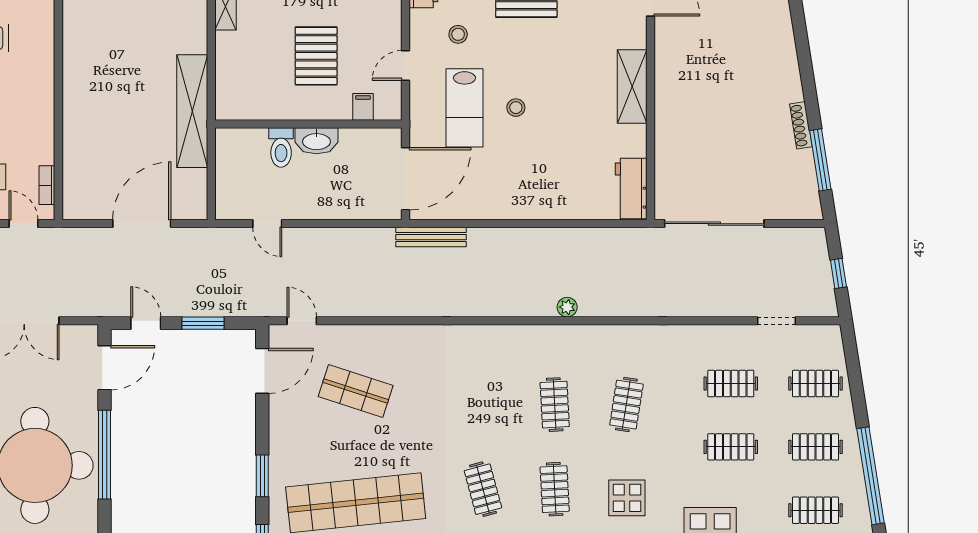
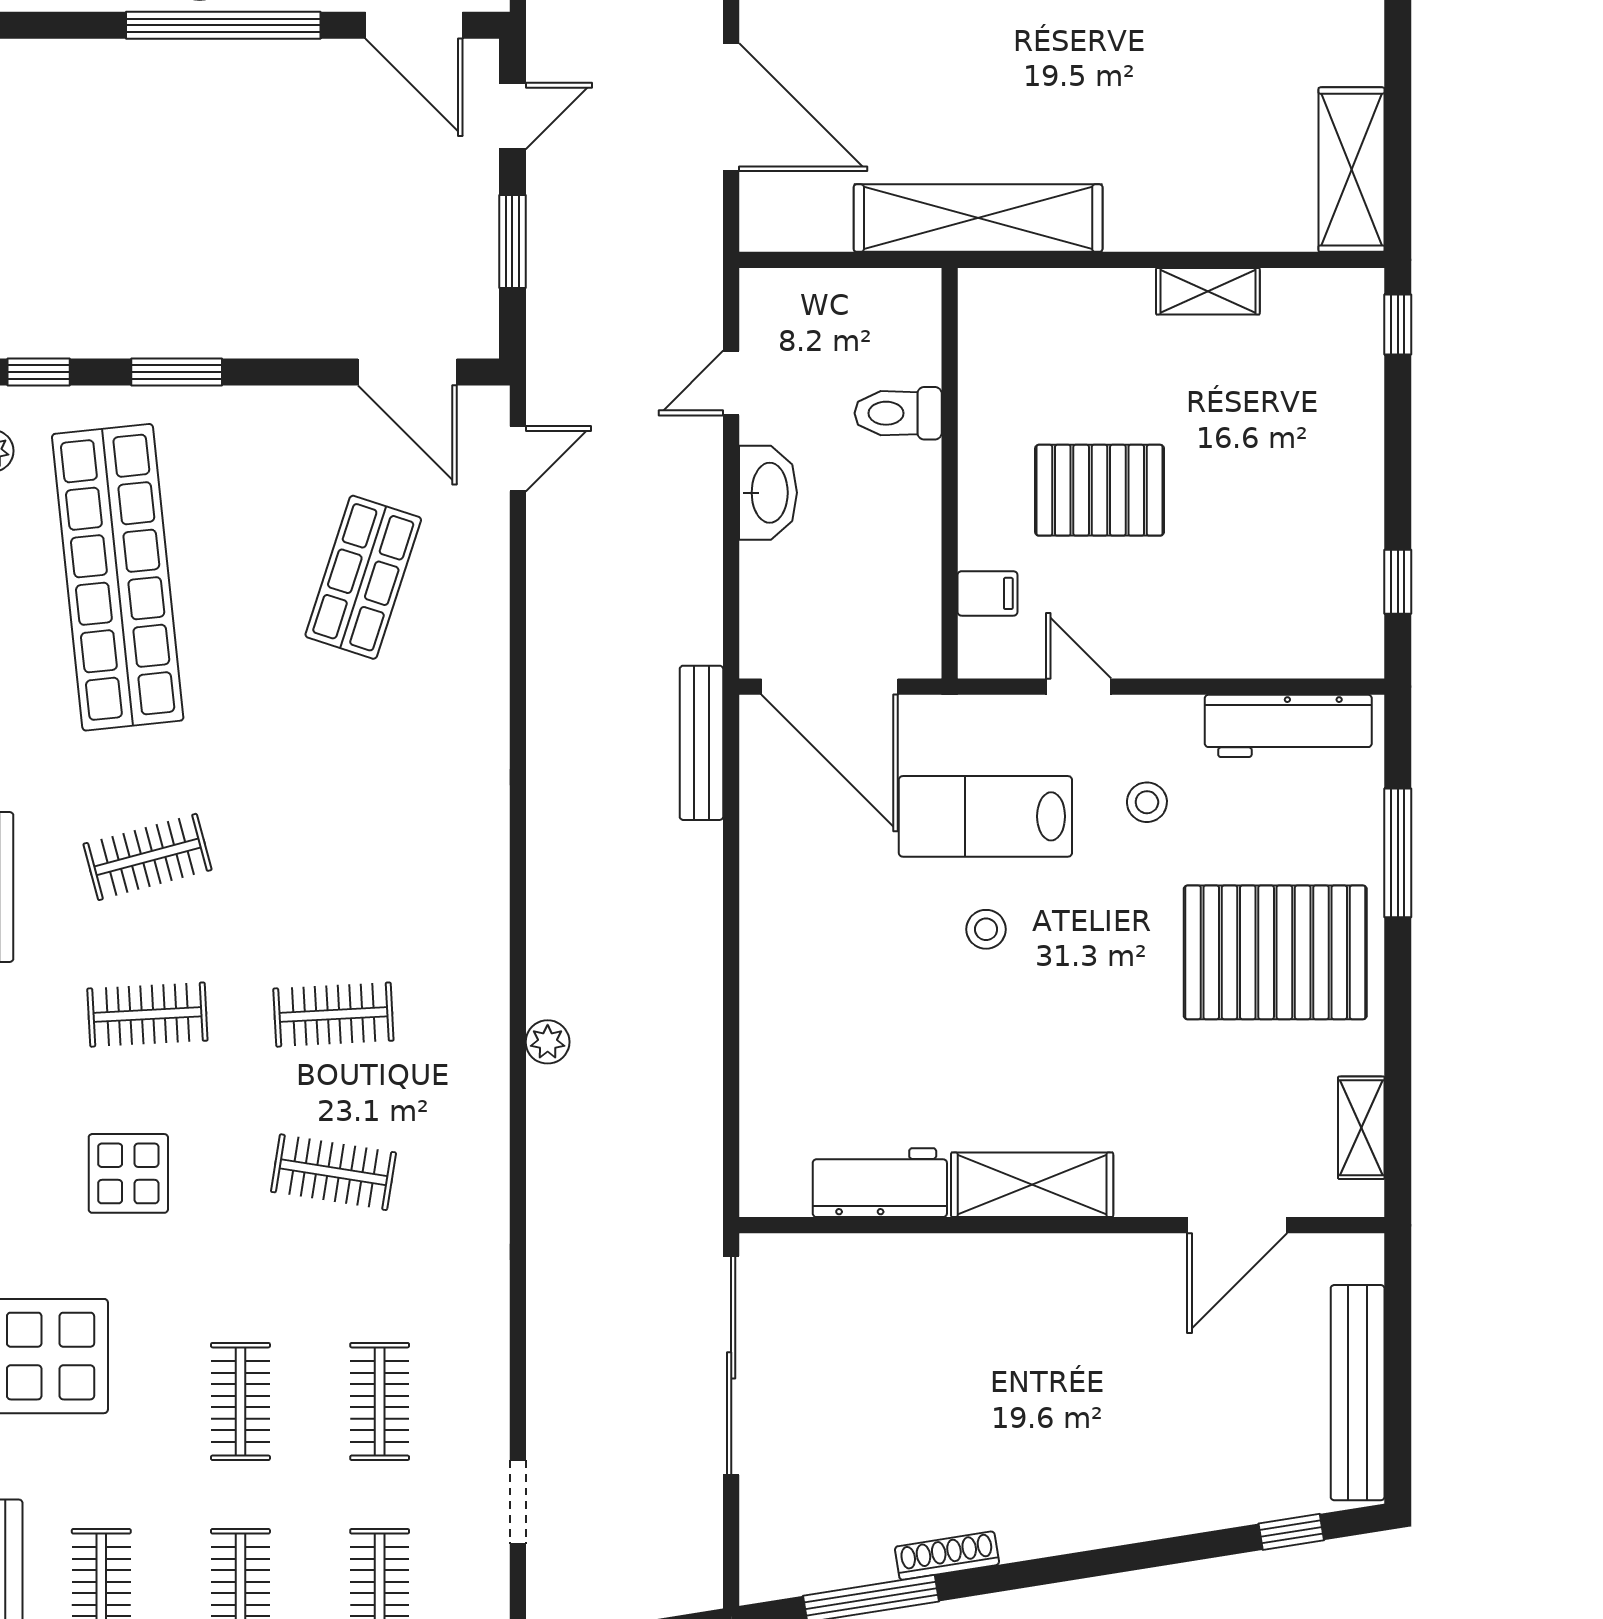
washbasin: (316, 141) -> (768, 493), moved, turned 180
workbench: (631, 188) -> (880, 1183), moved

